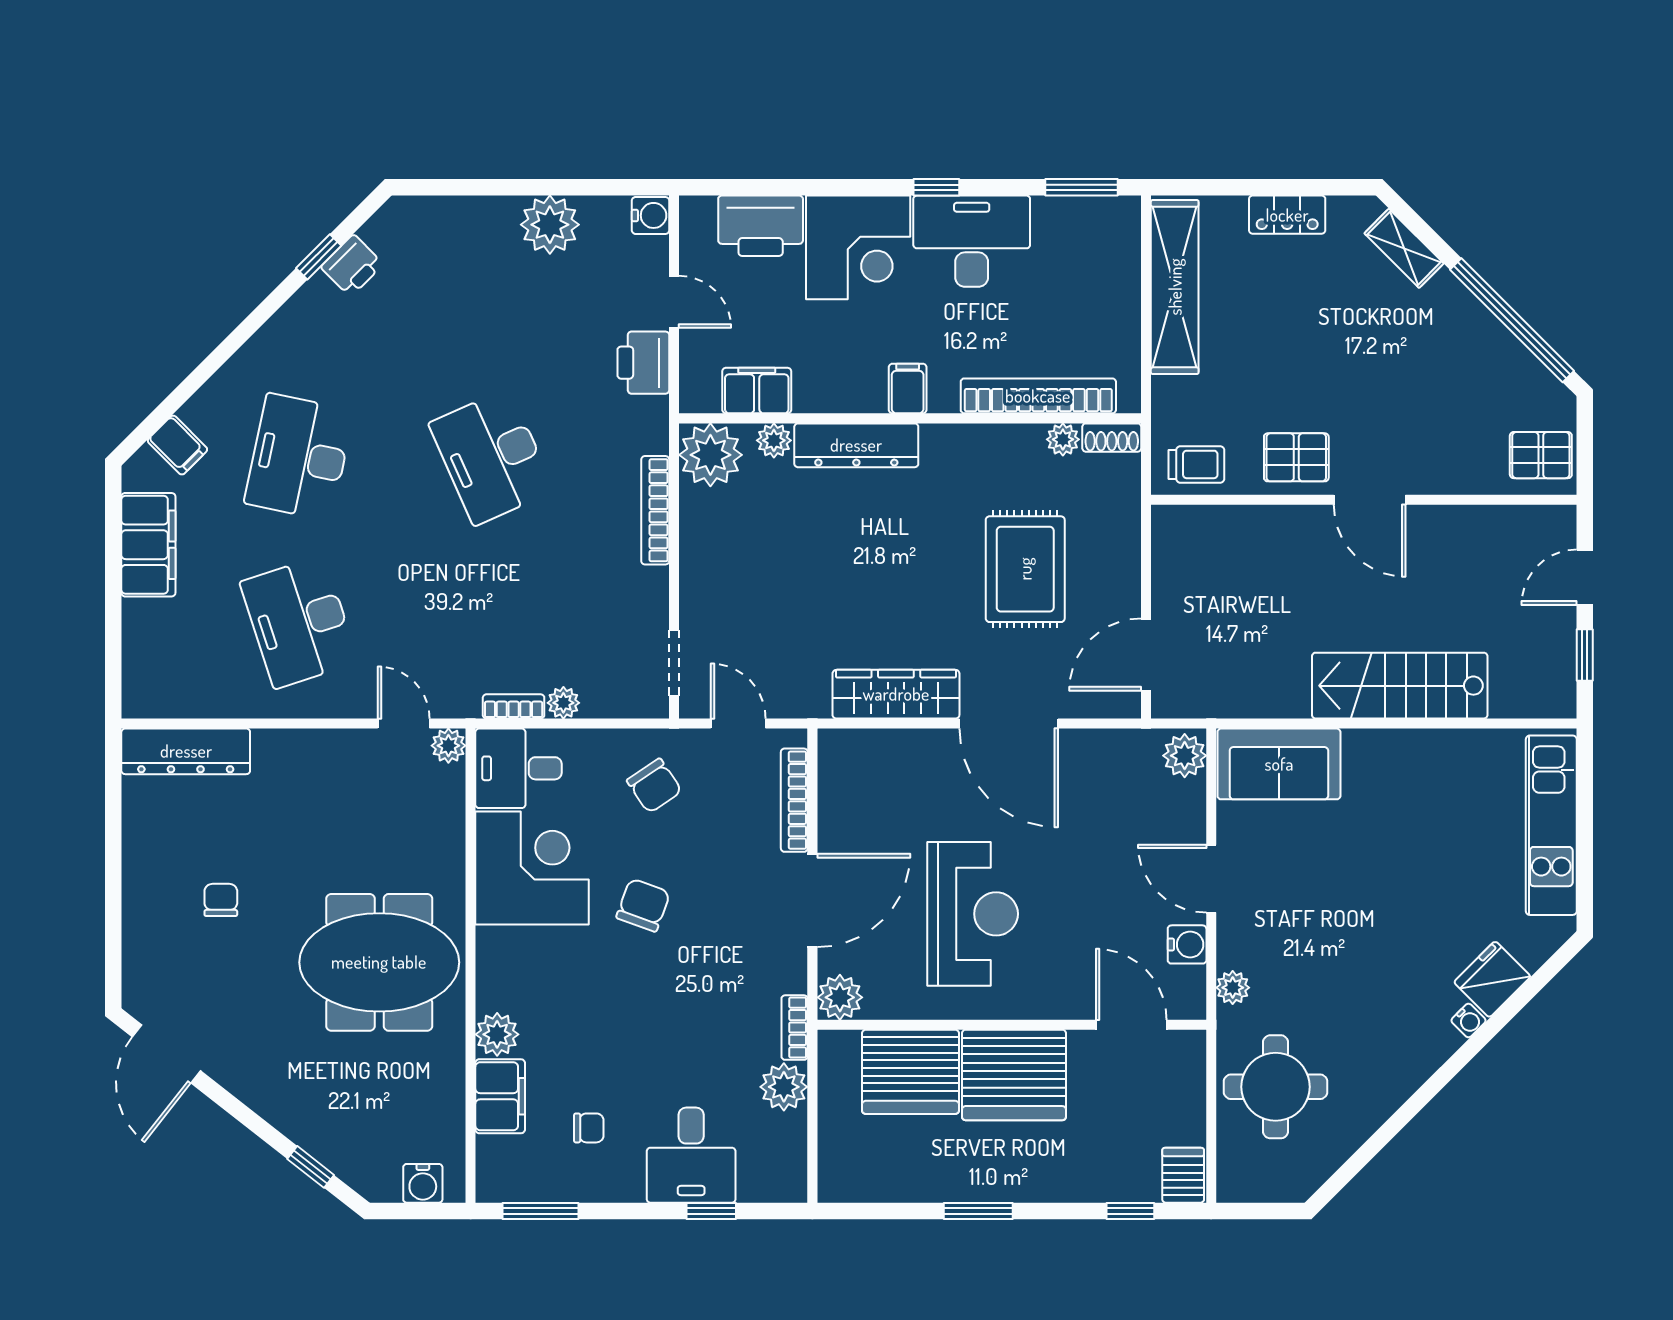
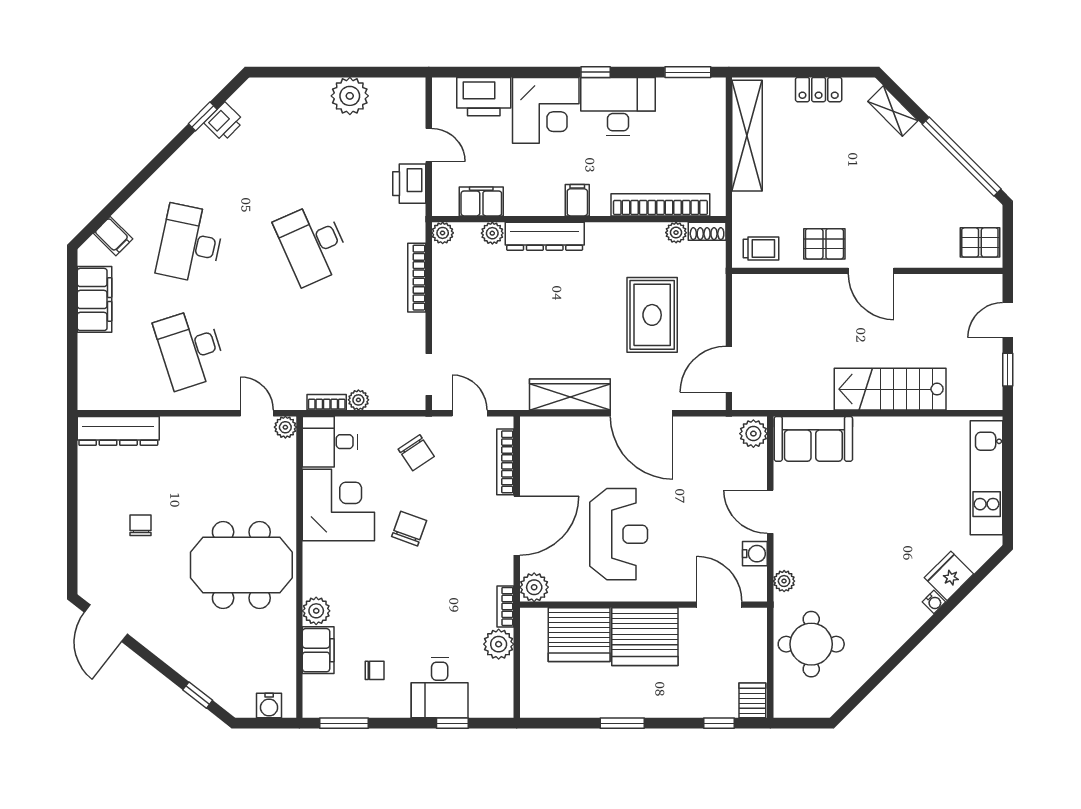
water cooler: (651, 215) -> (414, 90), removed
plant: (710, 455) -> (443, 233), width x0.53, depth x0.53

